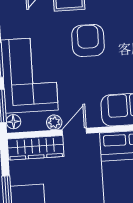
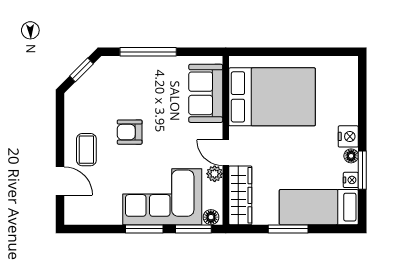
armchair: (88, 41) -> (130, 132), width x0.72, depth x0.72

